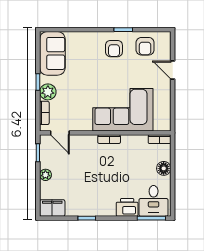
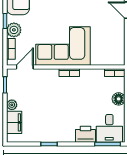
corner sofa: (123, 110) -> (63, 46), moved
door: (60, 133) -> (25, 67), swing flipped
filing cabinet: (52, 208) -> (14, 122), moved, turned 90

